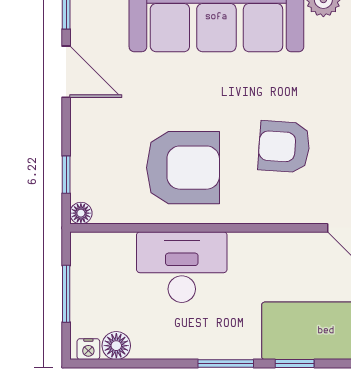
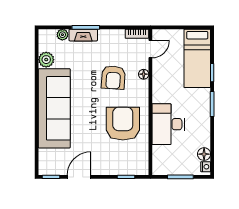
floor lamp: (81, 213) -> (144, 74), moved

